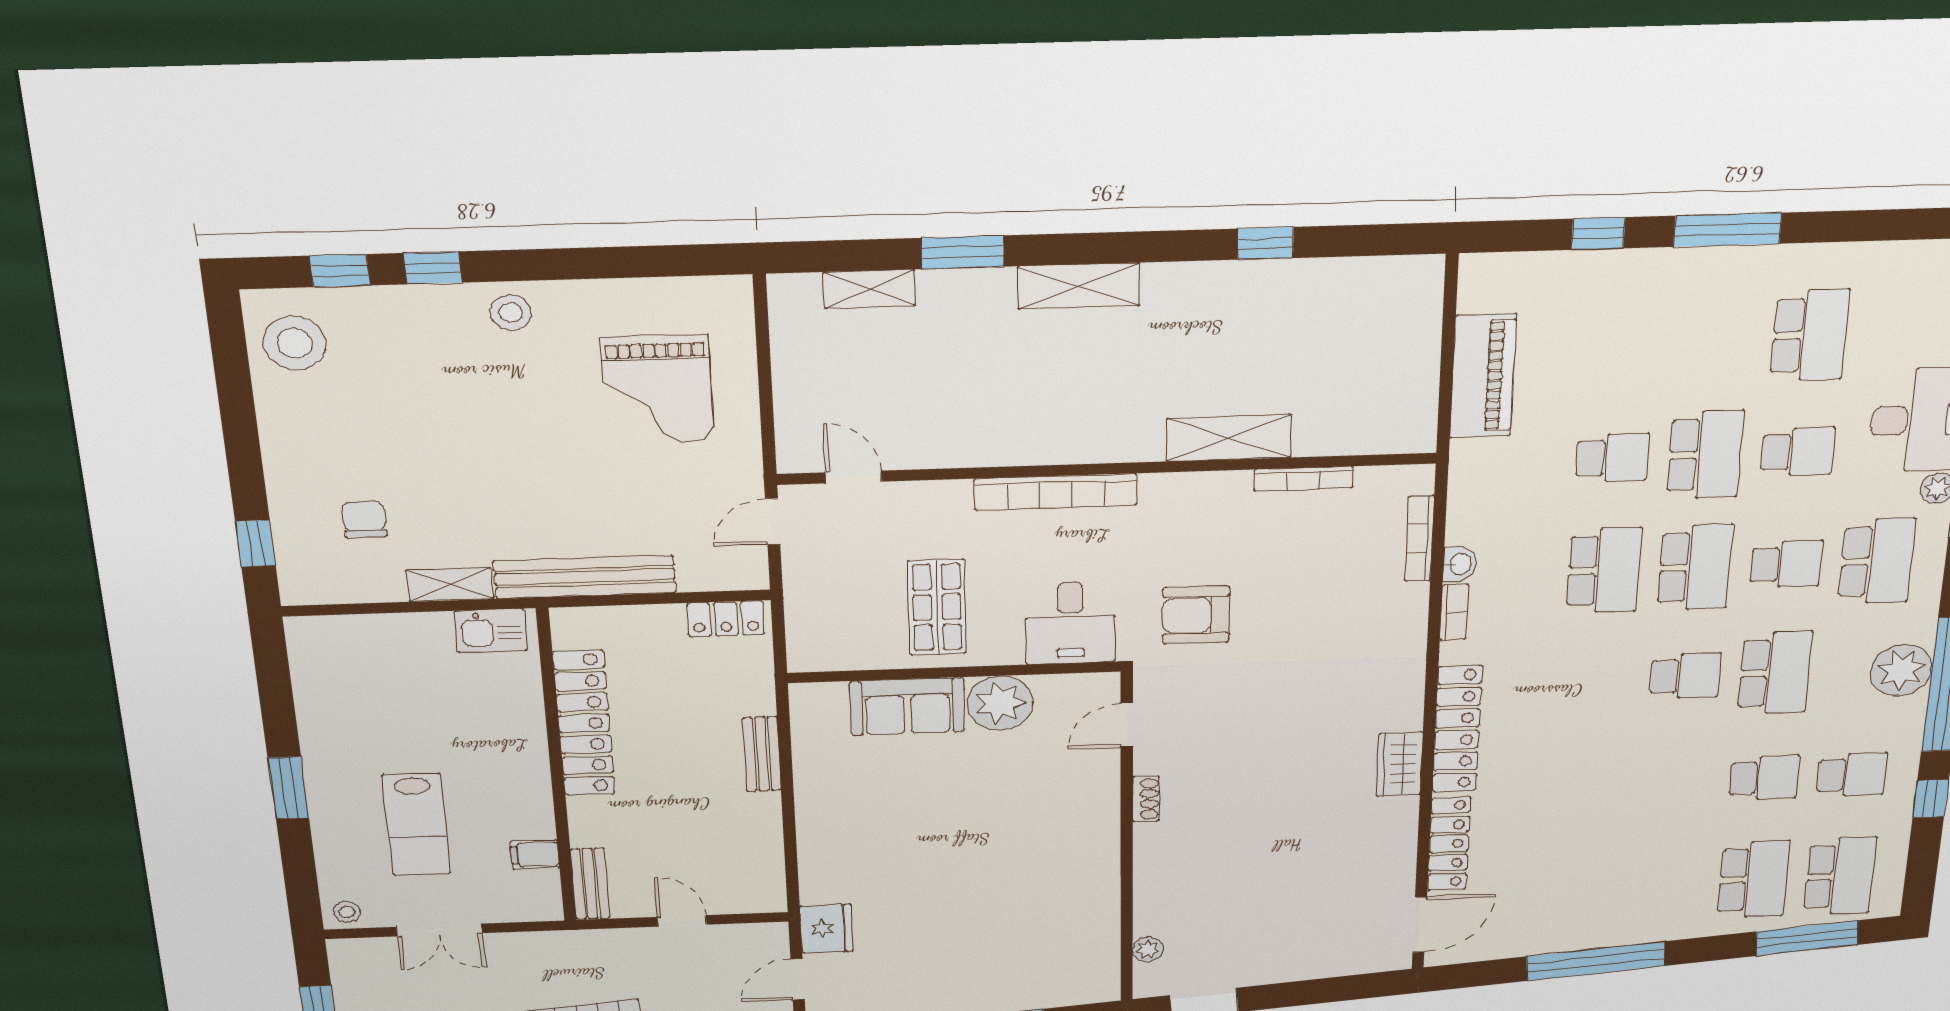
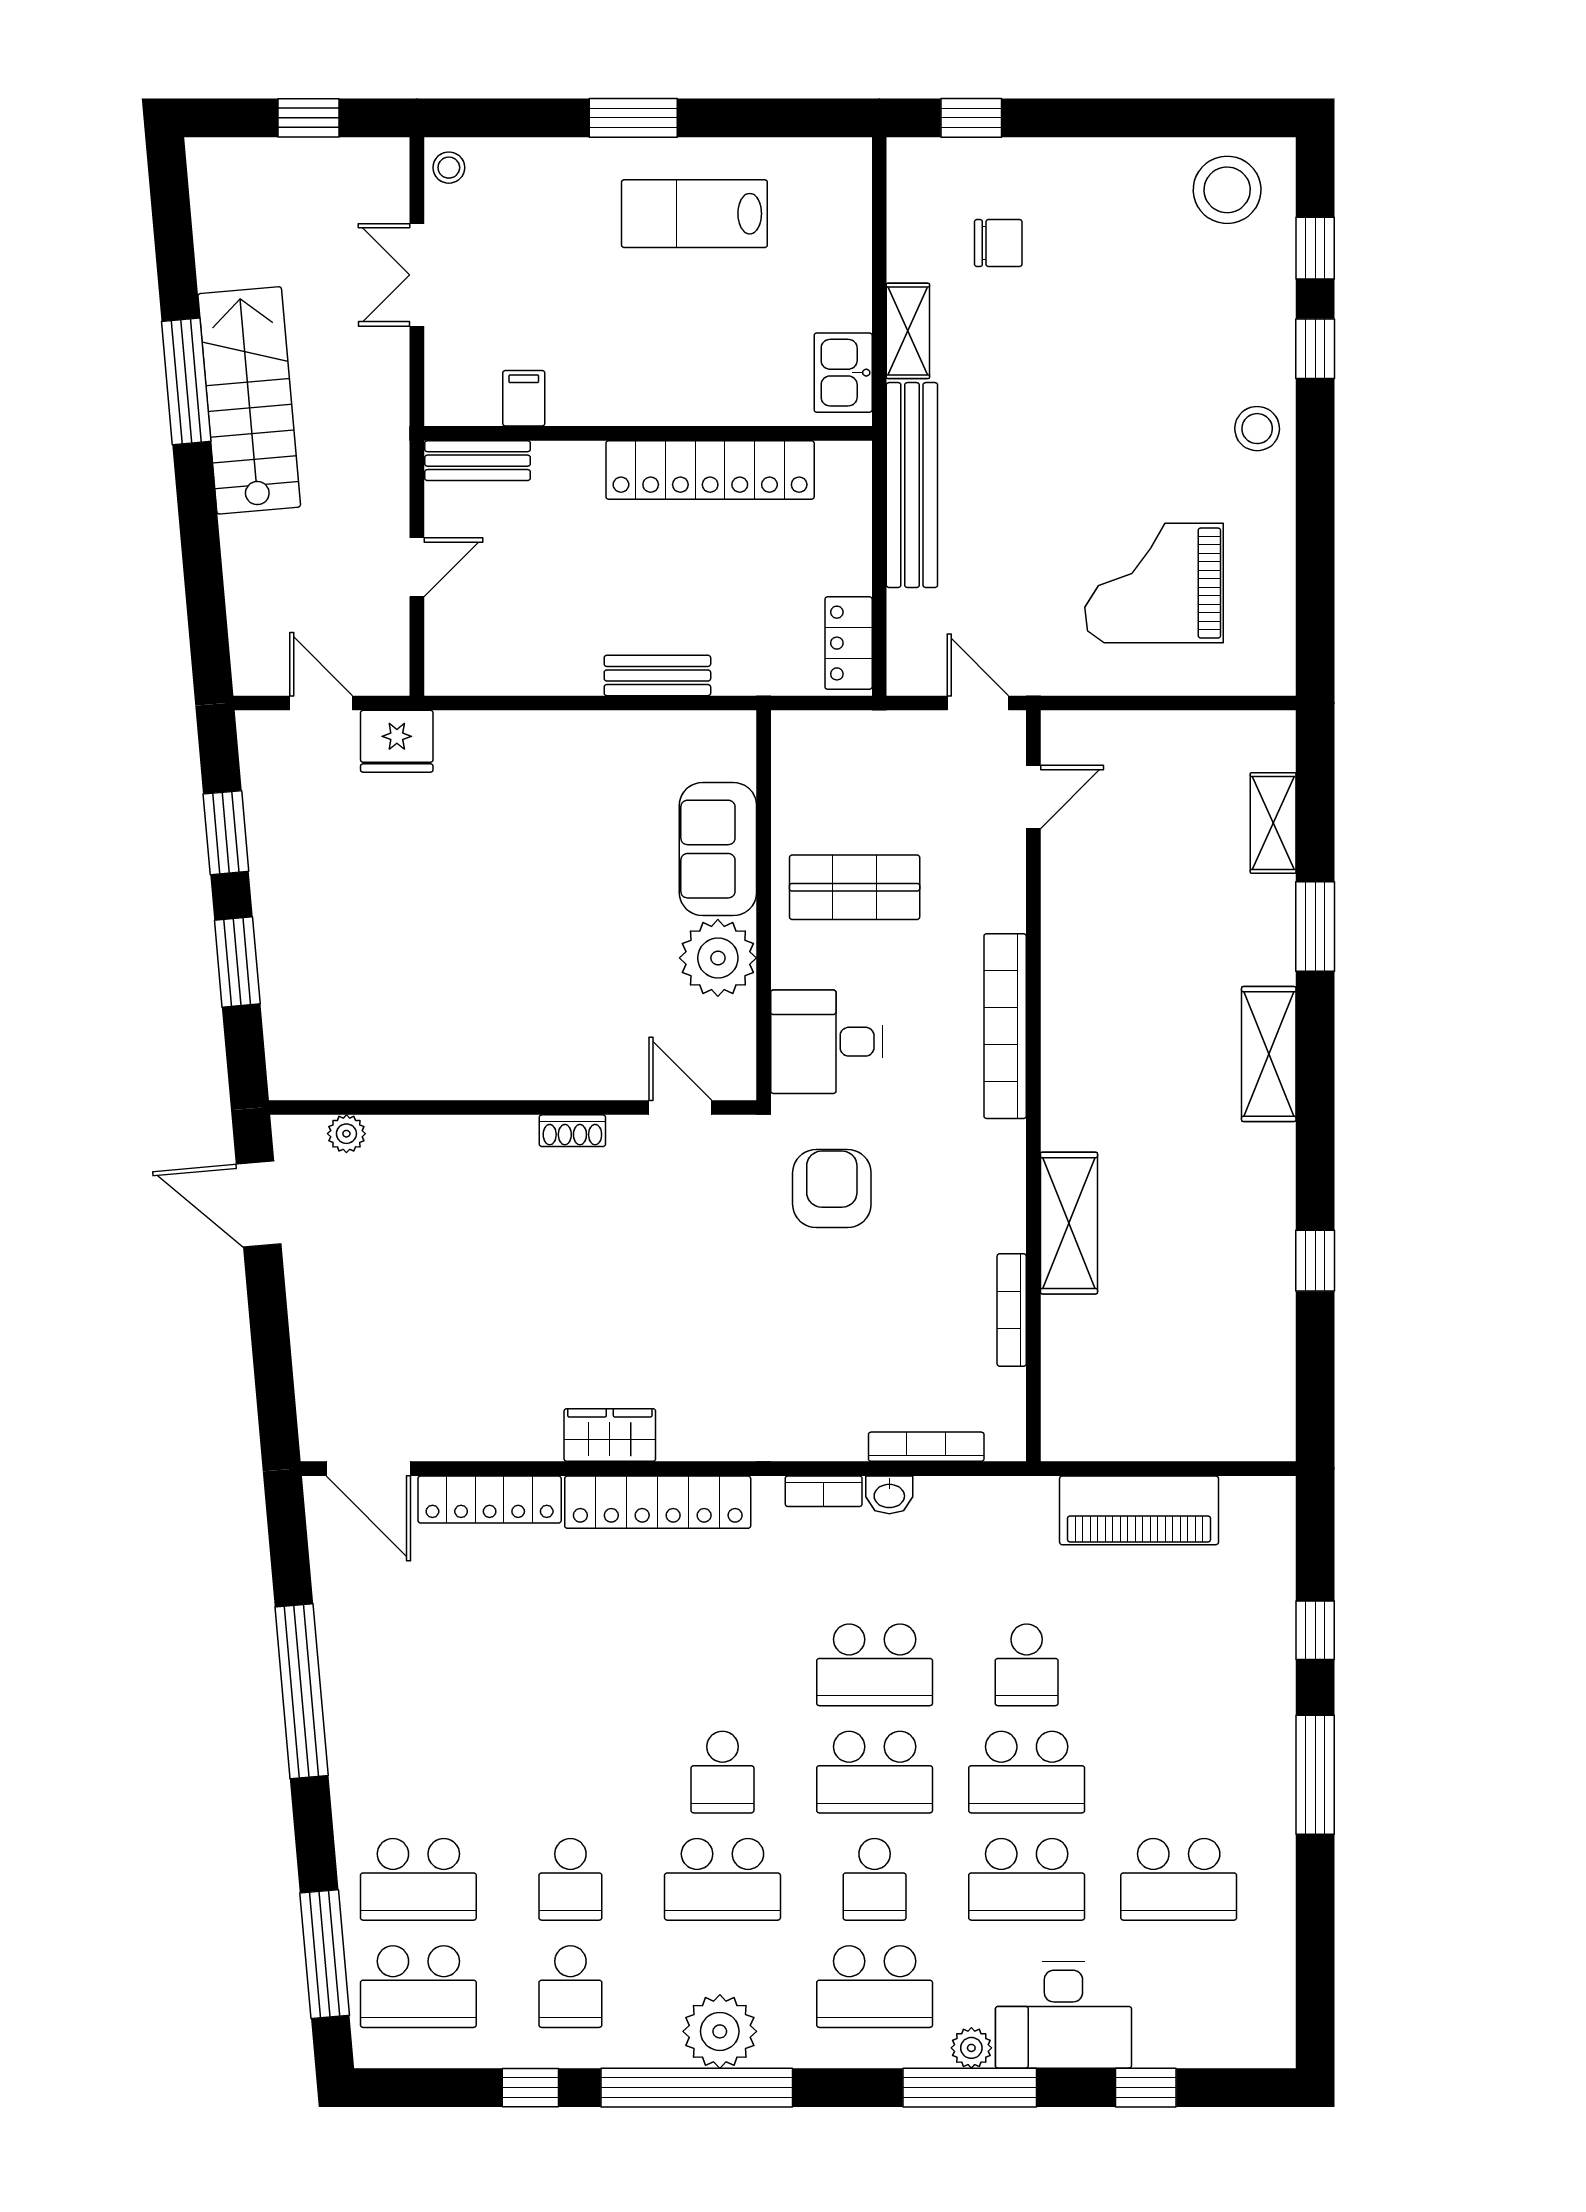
school desk: (1798, 452) -> (1027, 1879), width x1.85
lab bench: (416, 824) -> (694, 214), moved

